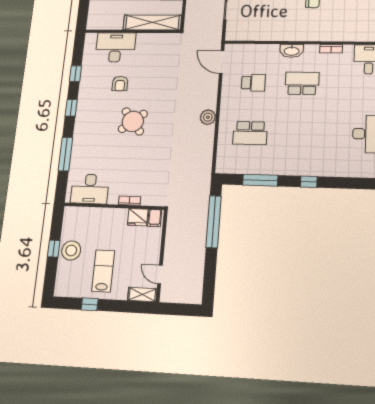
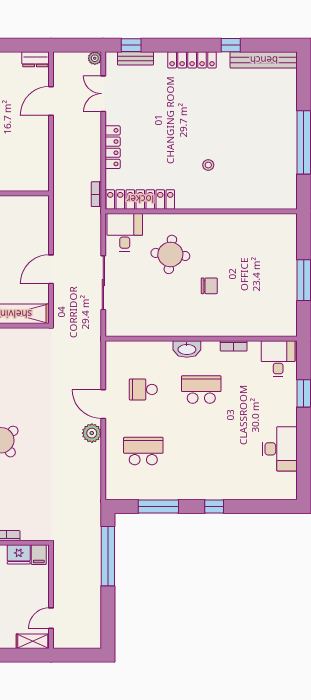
door: (222, 62) -> (103, 404), moved
school desk: (253, 83) -> (143, 389), turned 180
school desk: (250, 133) -> (143, 451), turned 180
door: (160, 275) -> (51, 618), hinge flipped

